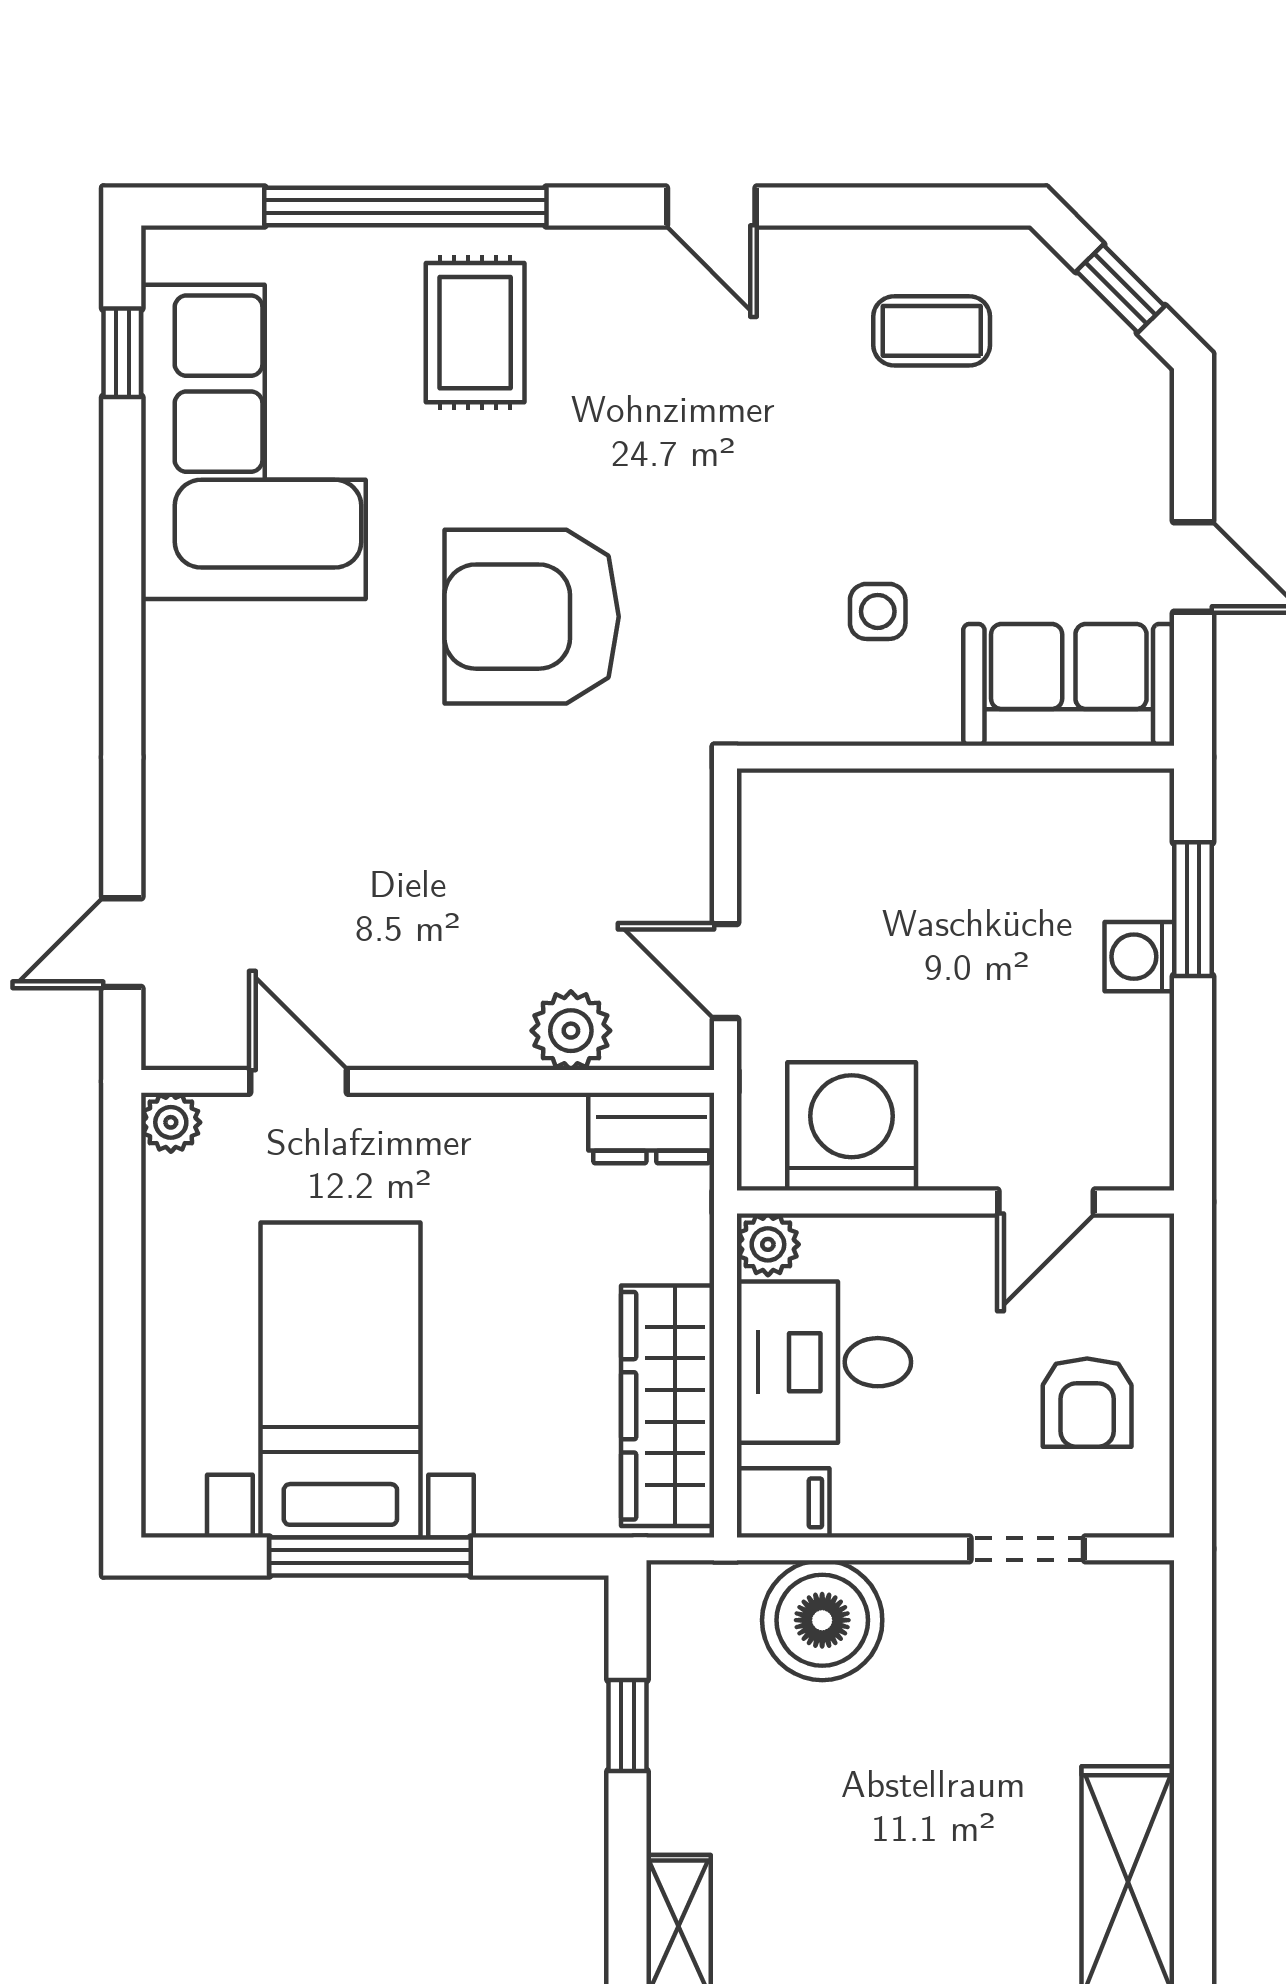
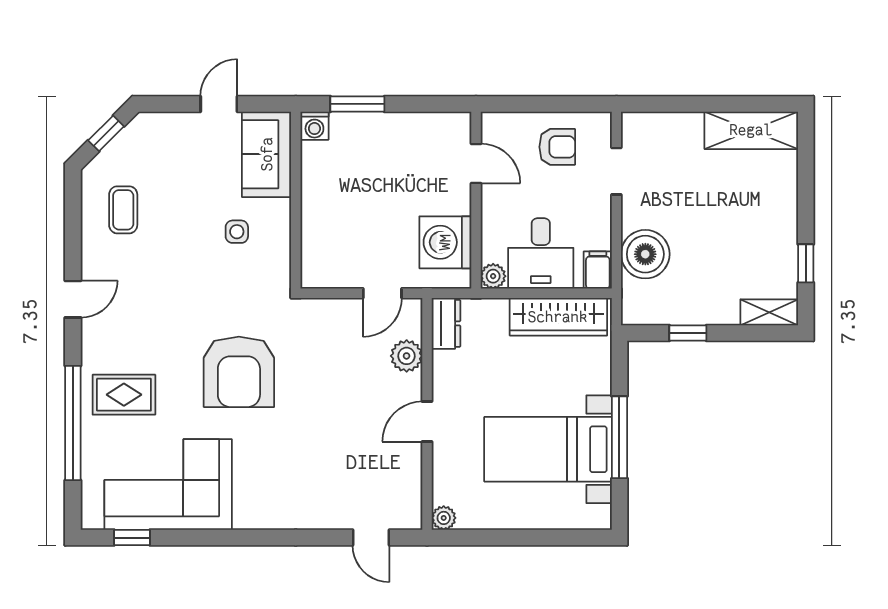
washing machine: (1139, 957) -> (314, 126), moved
door: (299, 1081) -> (427, 422), moved

